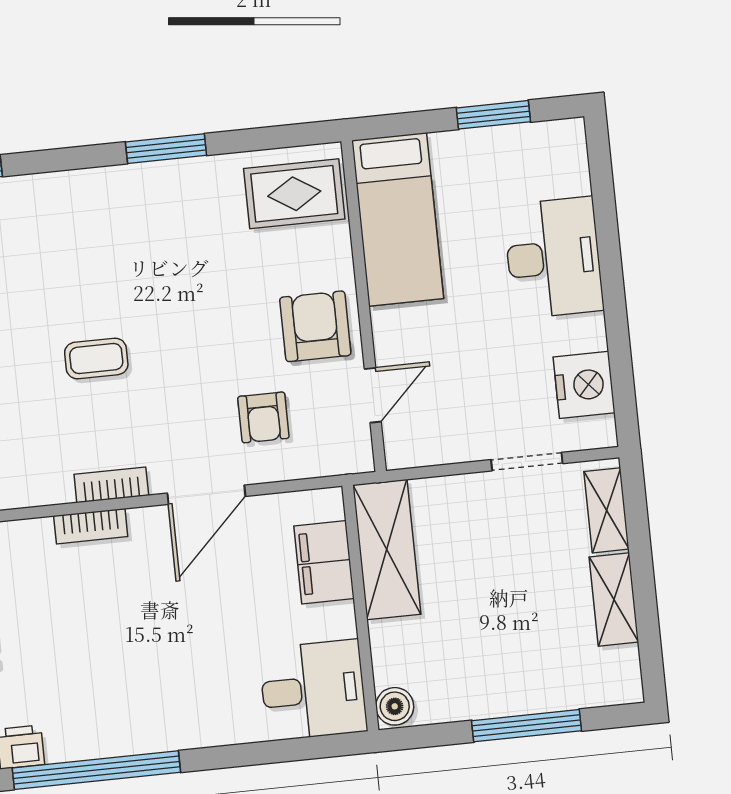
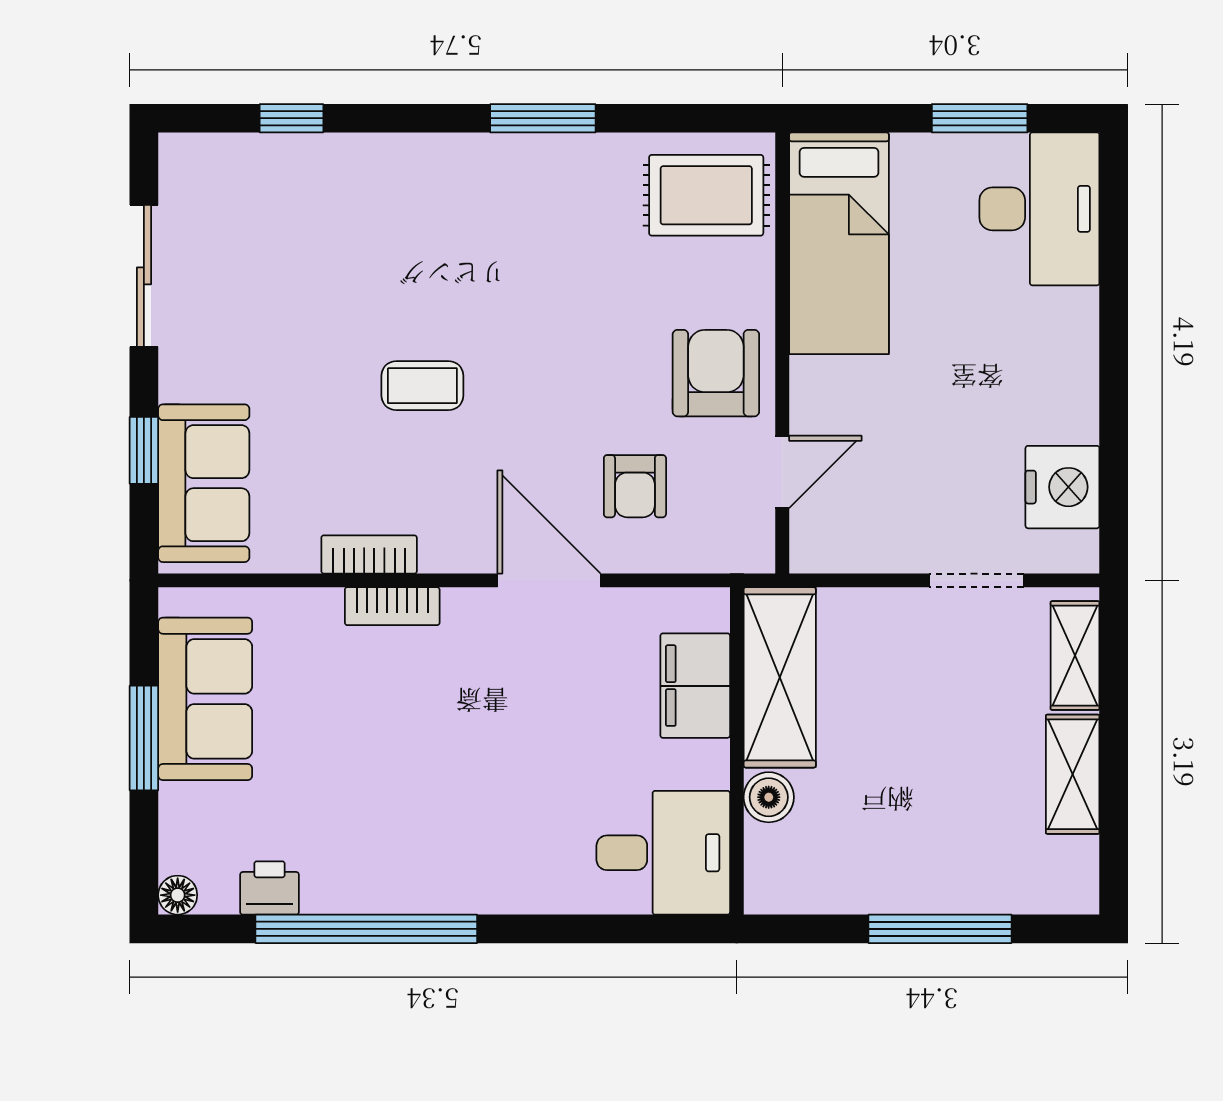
desk: (553, 258) -> (1039, 209), moved
bookcase: (111, 485) -> (369, 554), moved
door: (206, 495) -> (549, 580), swing flipped
boiler: (395, 706) -> (769, 797), moved

